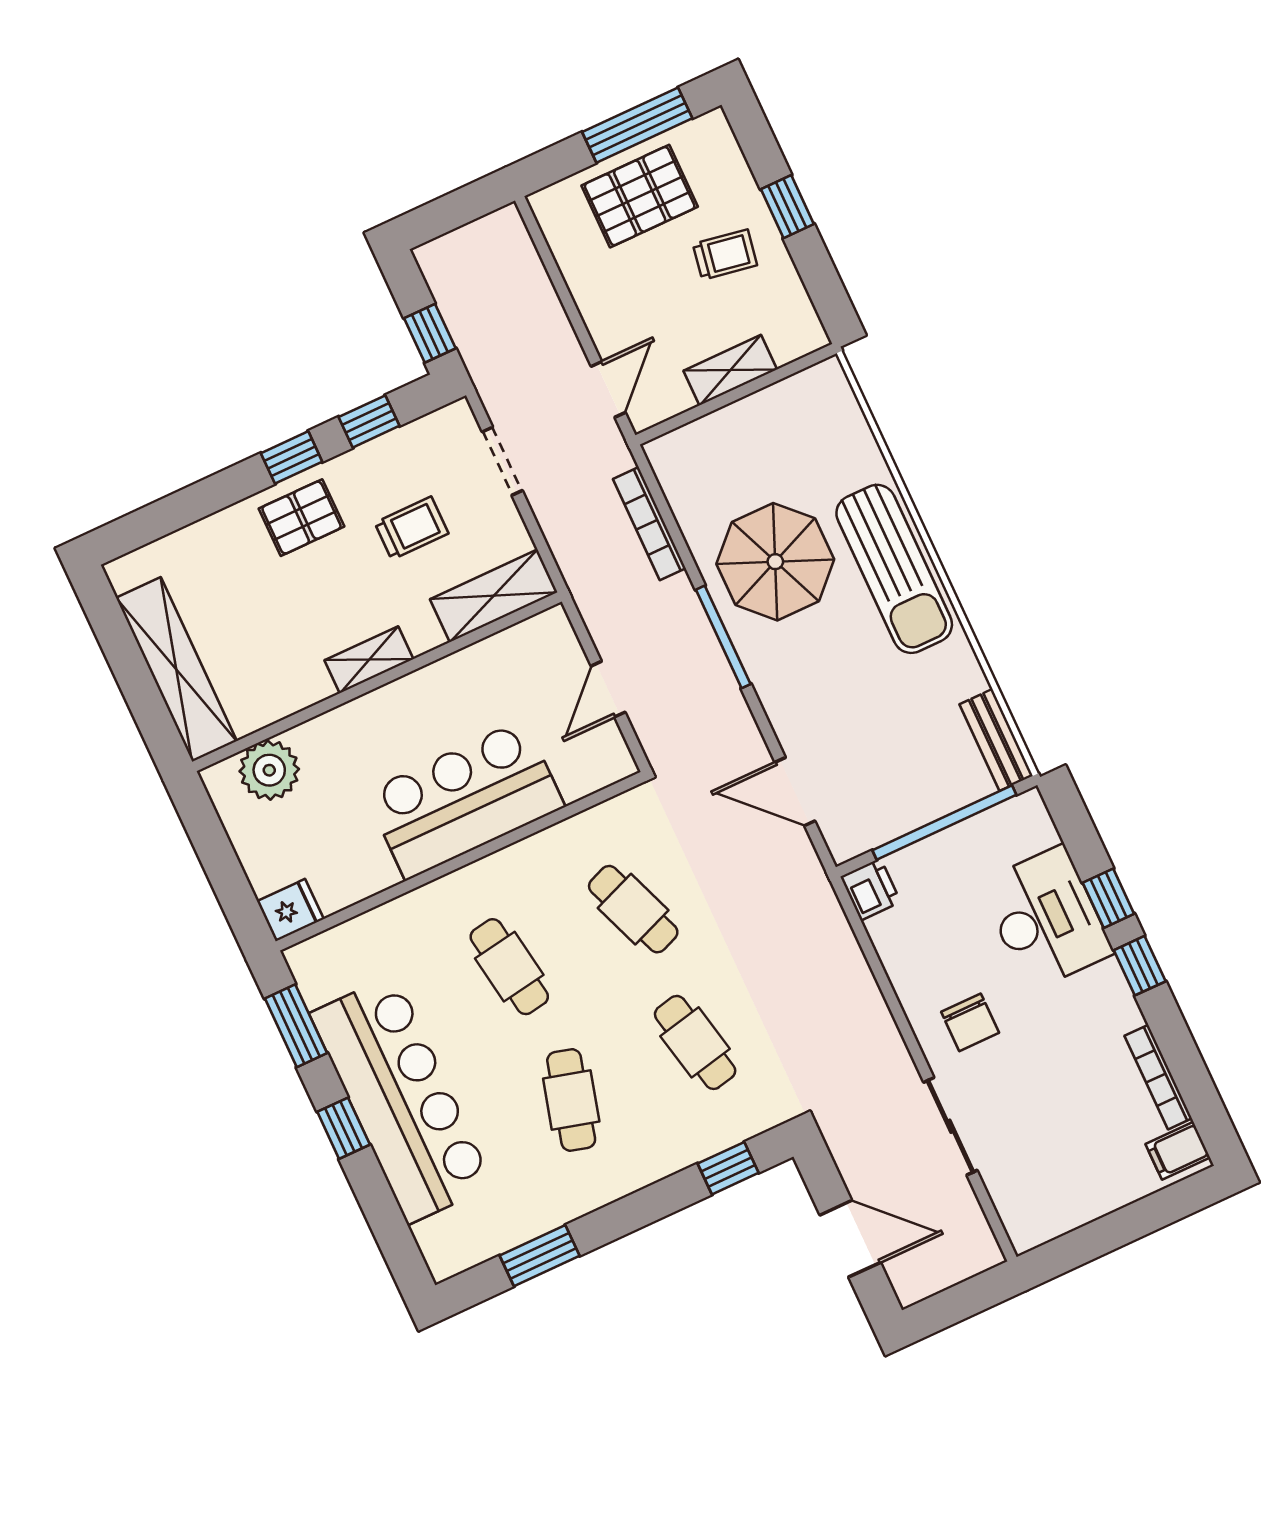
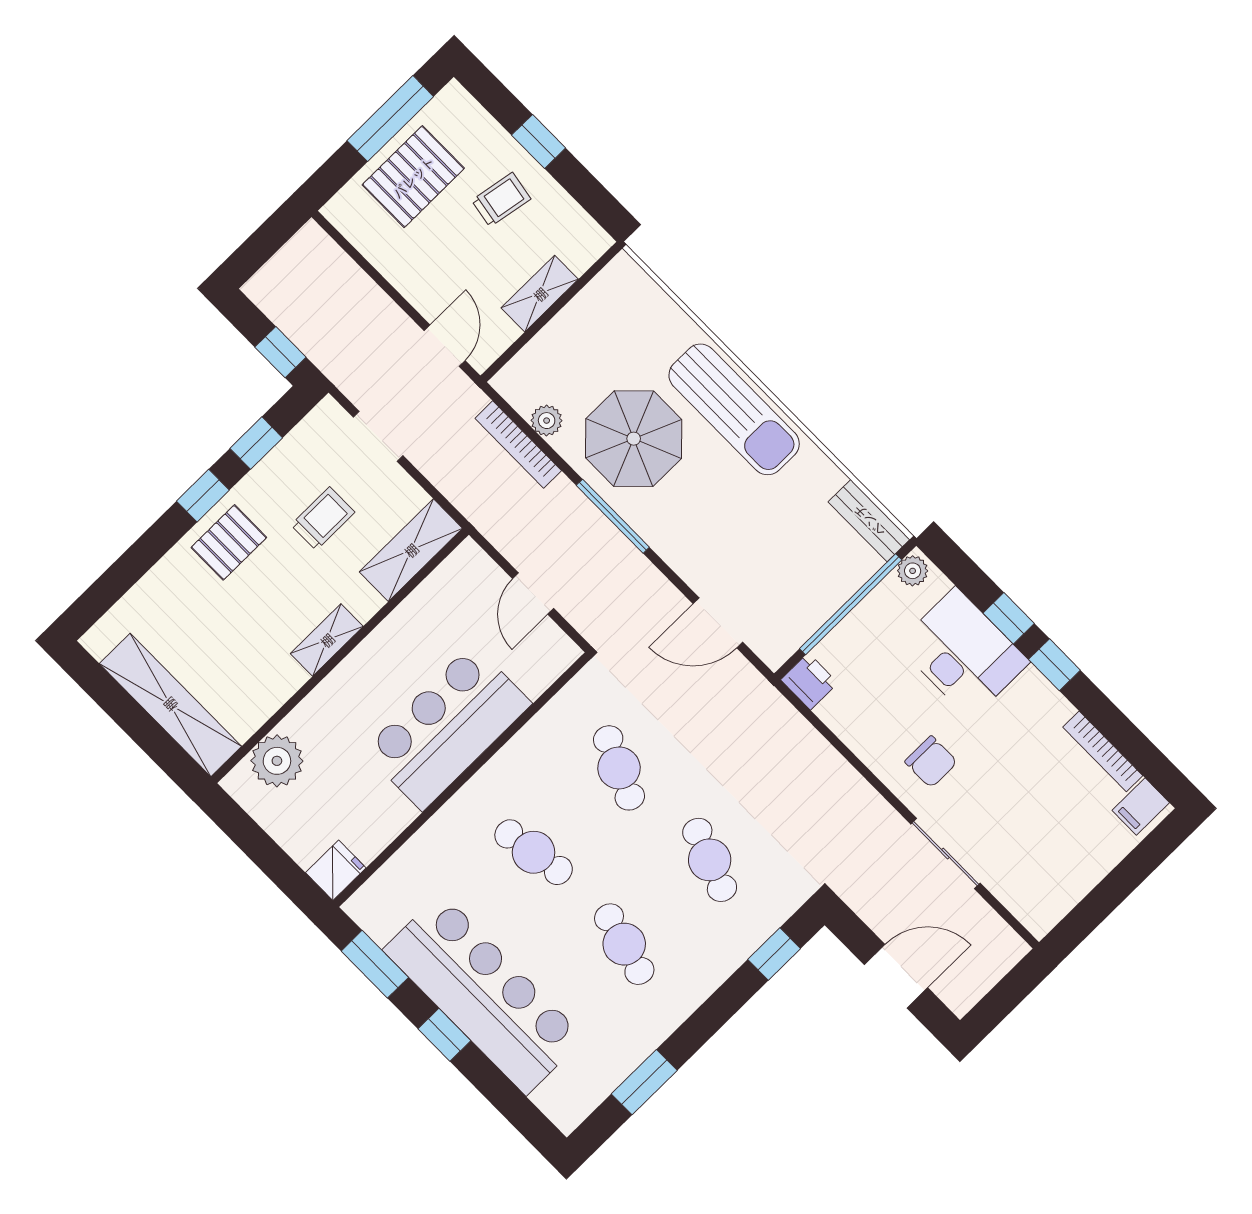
plant: (689, 509) -> (547, 421), added
plant: (1024, 810) -> (913, 571), added
cafe table: (633, 909) -> (619, 768), turned 45
cafe table: (695, 1042) -> (710, 860), turned 33

